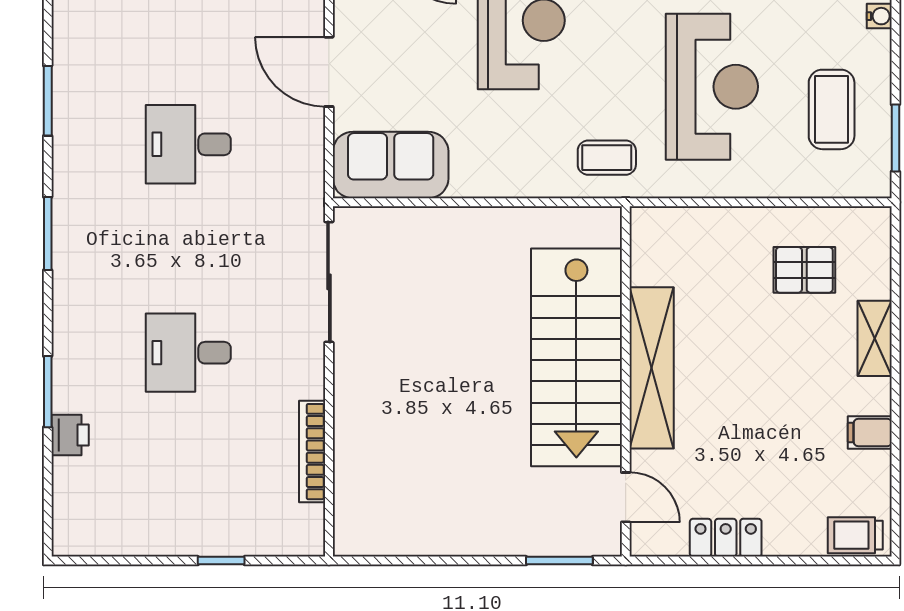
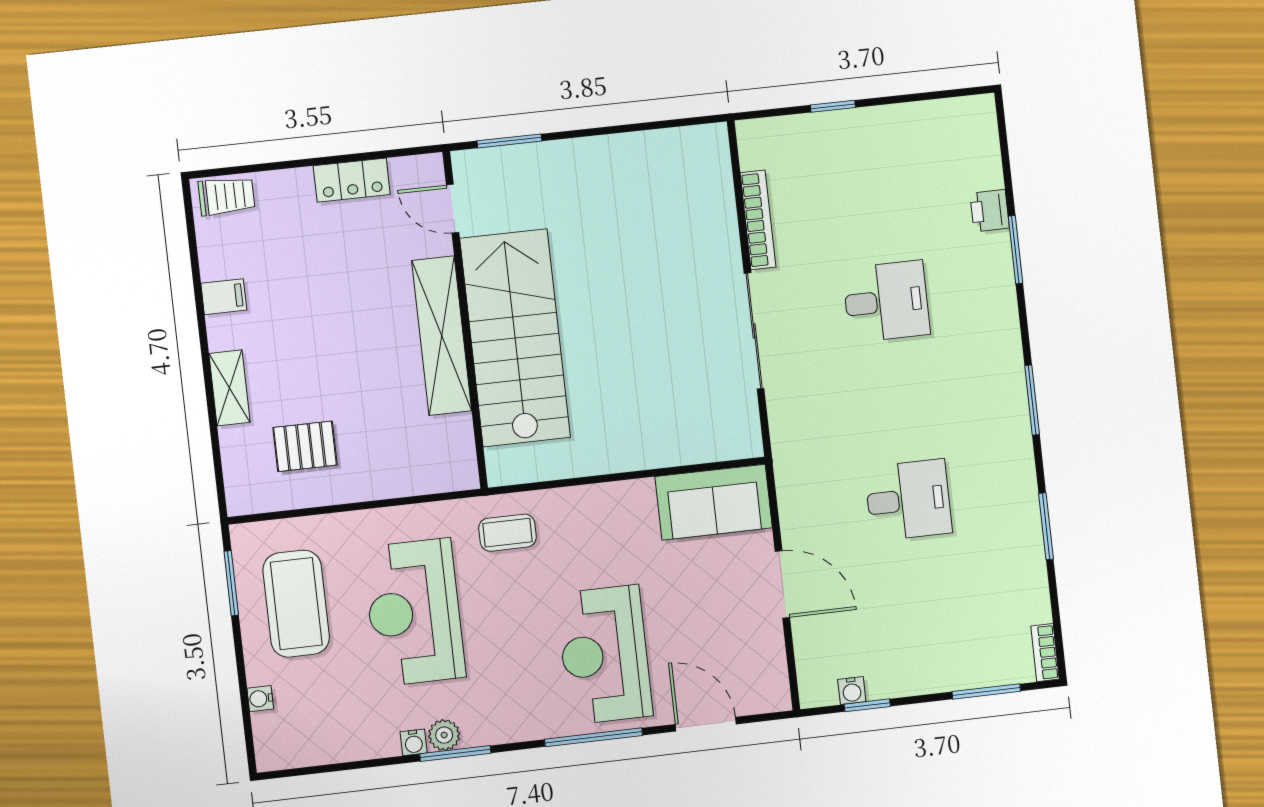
coffee table: (832, 109) -> (296, 604), width x1.36, depth x1.32
sliding door: (329, 282) -> (754, 331), moved

